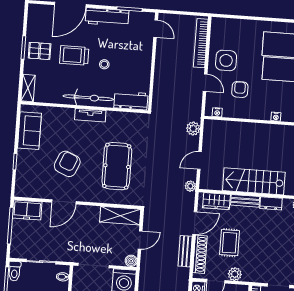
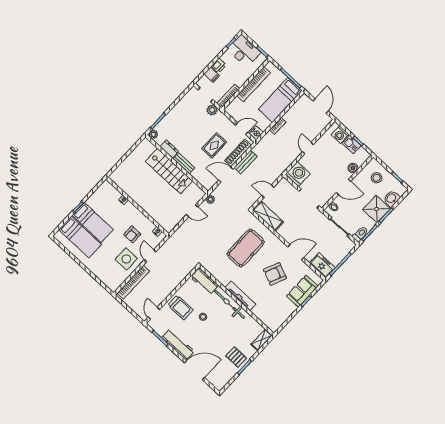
trolley: (74, 55) -> (180, 307), moved
tv unit: (90, 115) -> (240, 296), width x1.41
plant: (193, 129) -> (180, 233), removed
sofa: (29, 131) -> (302, 291), moved
wardrobe: (217, 201) -> (202, 177), removed
boiler: (131, 261) -> (284, 183), removed
plant: (235, 274) -> (212, 110), moved

